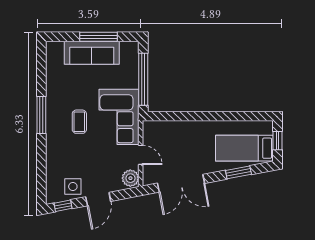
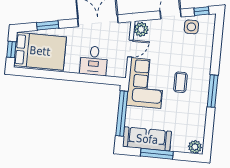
plant: (55, 49) -> (195, 147), added
sofa: (92, 53) -> (147, 139), moved
desk: (181, 137) -> (94, 61), added
bed: (244, 148) -> (40, 51), width x1.50
door: (141, 155) -> (130, 48), swing flipped

